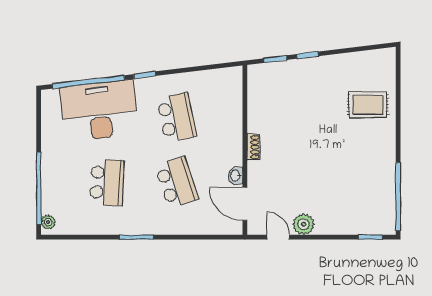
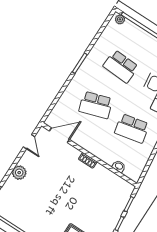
washbasin: (235, 176) -> (119, 166), moved
plant: (304, 224) -> (19, 173), moved
door: (278, 237) -> (29, 142), hinge flipped

